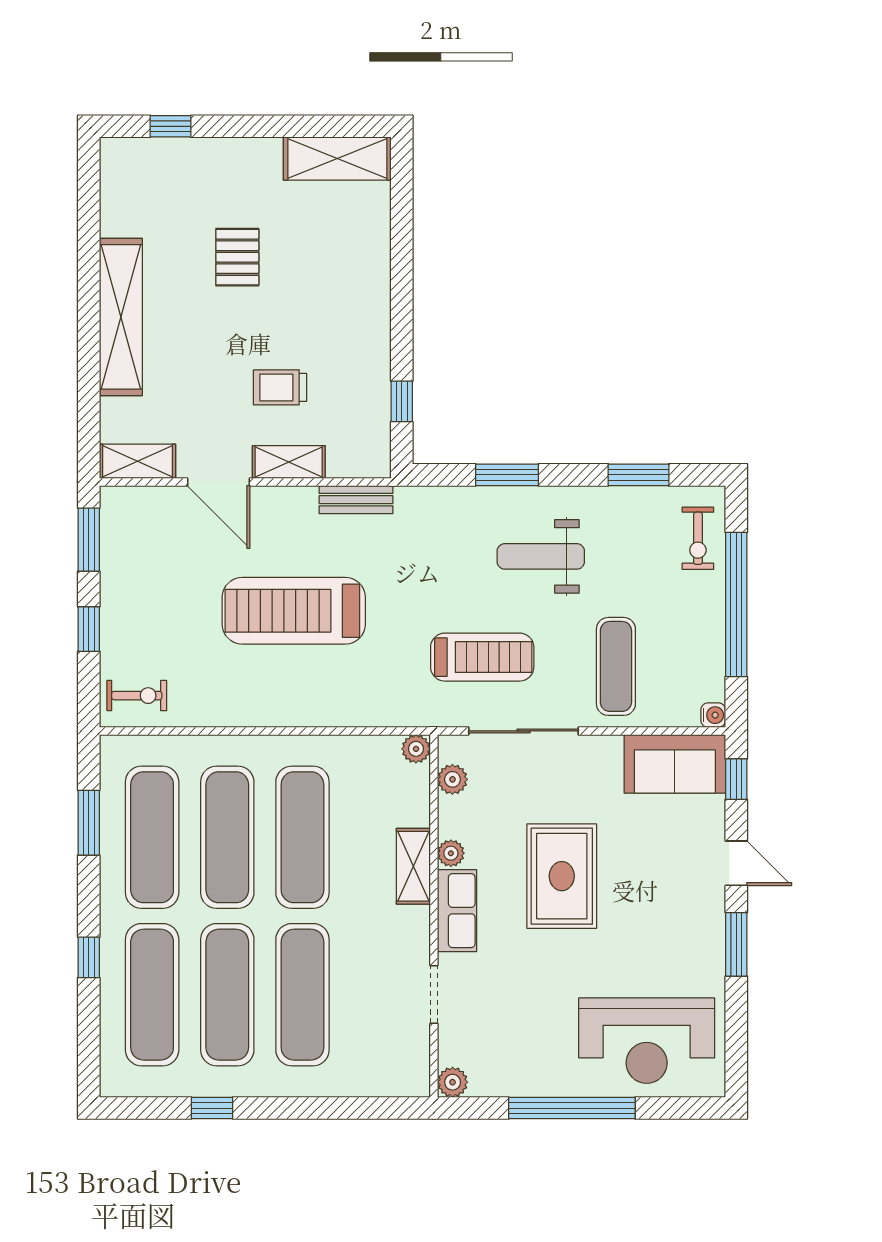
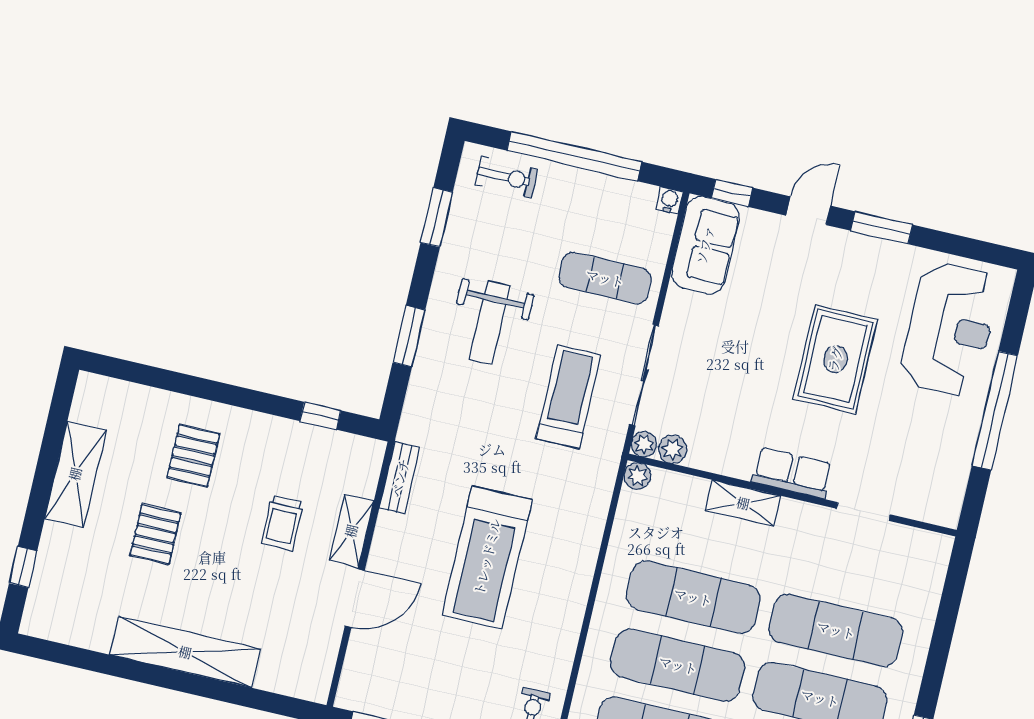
shelving: (337, 158) -> (75, 474), moved
pallet: (237, 257) -> (155, 534), turned 90
pallet: (329, 278) -> (193, 456), added
shelving: (137, 461) -> (319, 667), removed
plant: (451, 853) -> (644, 444), moved
rug: (562, 876) -> (835, 359), moved, turned 90
plant: (453, 1082) -> (946, 513), removed

